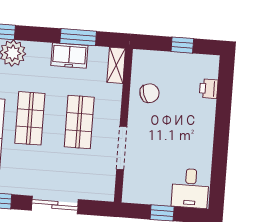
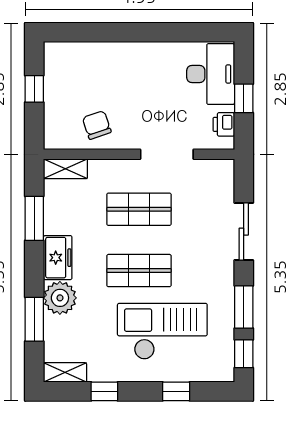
freezer: (69, 56) -> (58, 258), moved
printer: (209, 89) -> (224, 124), moved, turned 90
desk: (190, 188) -> (211, 74), width x1.37

